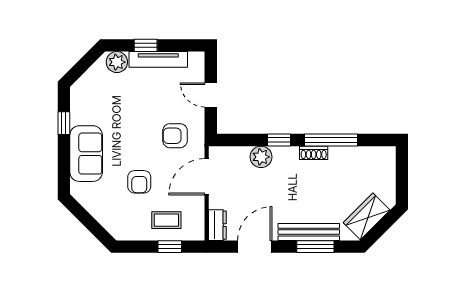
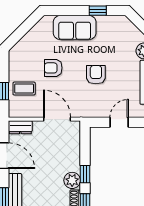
armchair: (175, 136) -> (96, 75), moved
plant: (261, 157) -> (72, 180), moved
coffee table: (166, 220) -> (24, 89), turned 90

